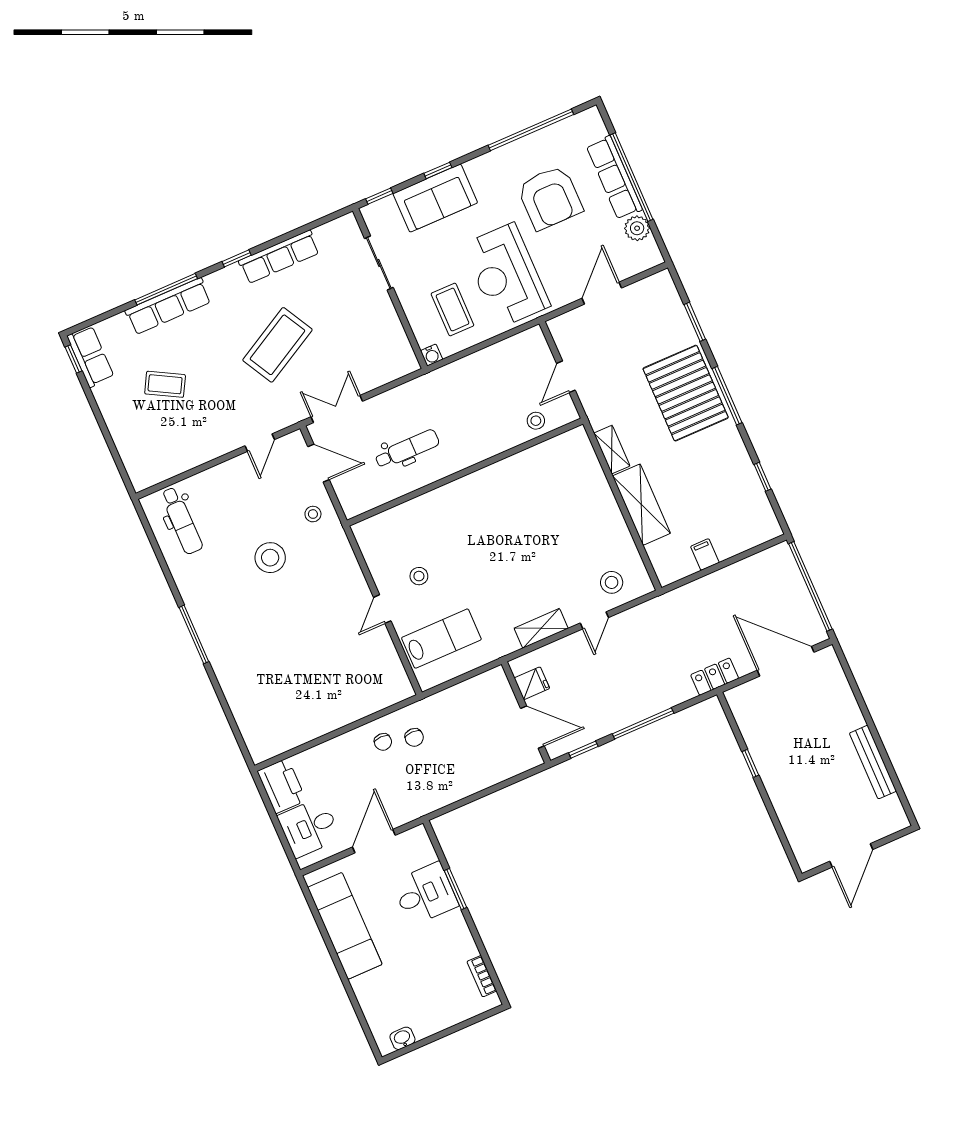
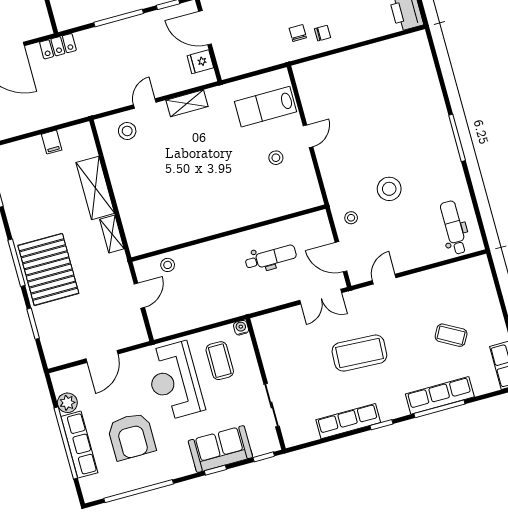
armchair: (550, 198) -> (131, 436), turned 180
reception desk: (506, 275) -> (174, 381), turned 180
coffee table: (277, 345) -> (359, 353), turned 32
dental chair: (407, 449) -> (271, 257), turned 180
chair: (383, 742) -> (323, 33), turned 90

